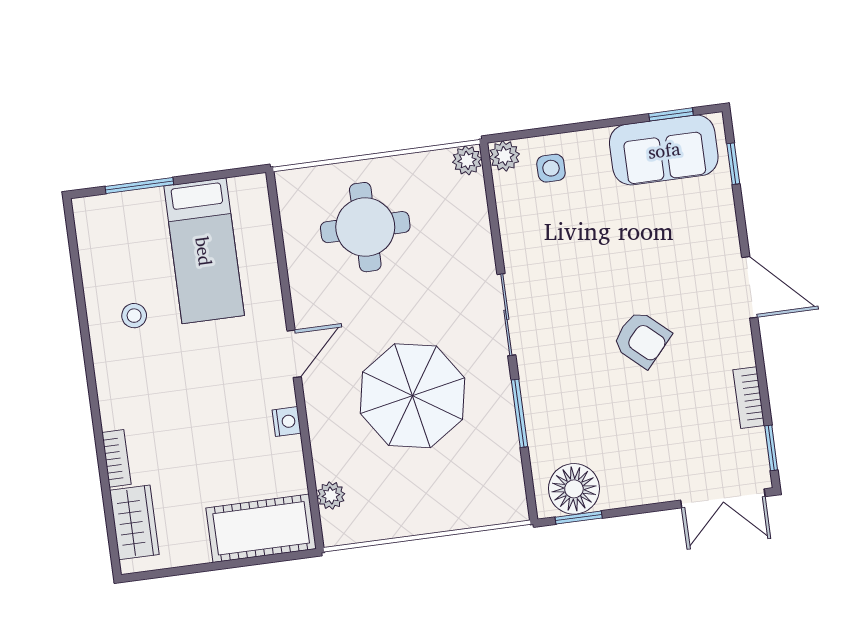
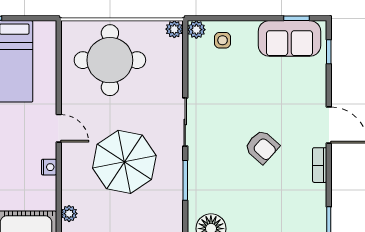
round table: (365, 227) -> (110, 60), width x1.36, depth x1.36
door: (294, 354) -> (59, 128), hinge flipped
bookcase: (749, 398) -> (320, 165), moved

